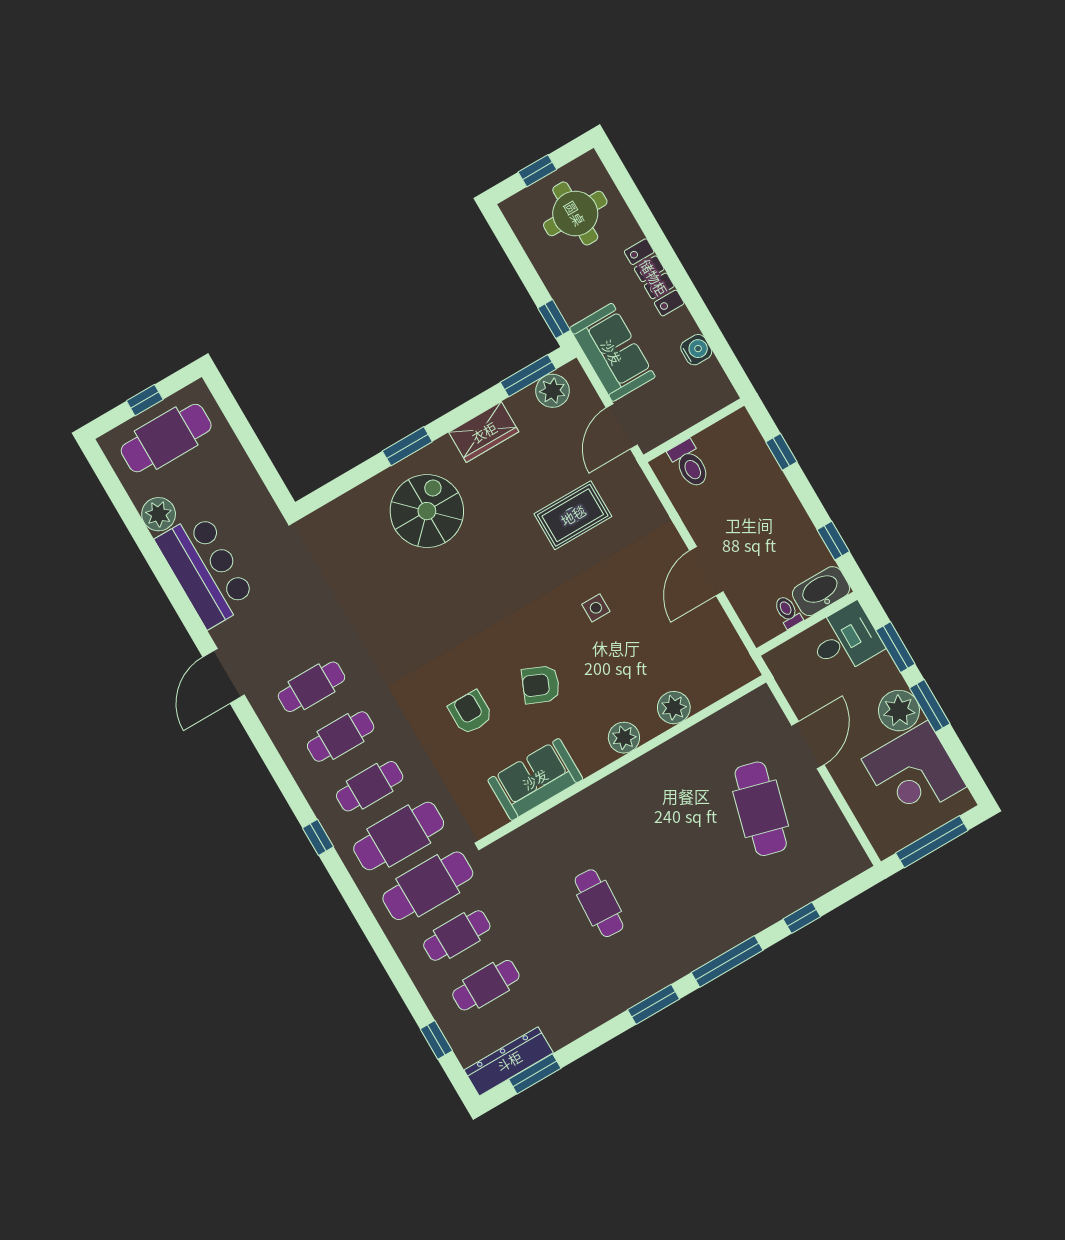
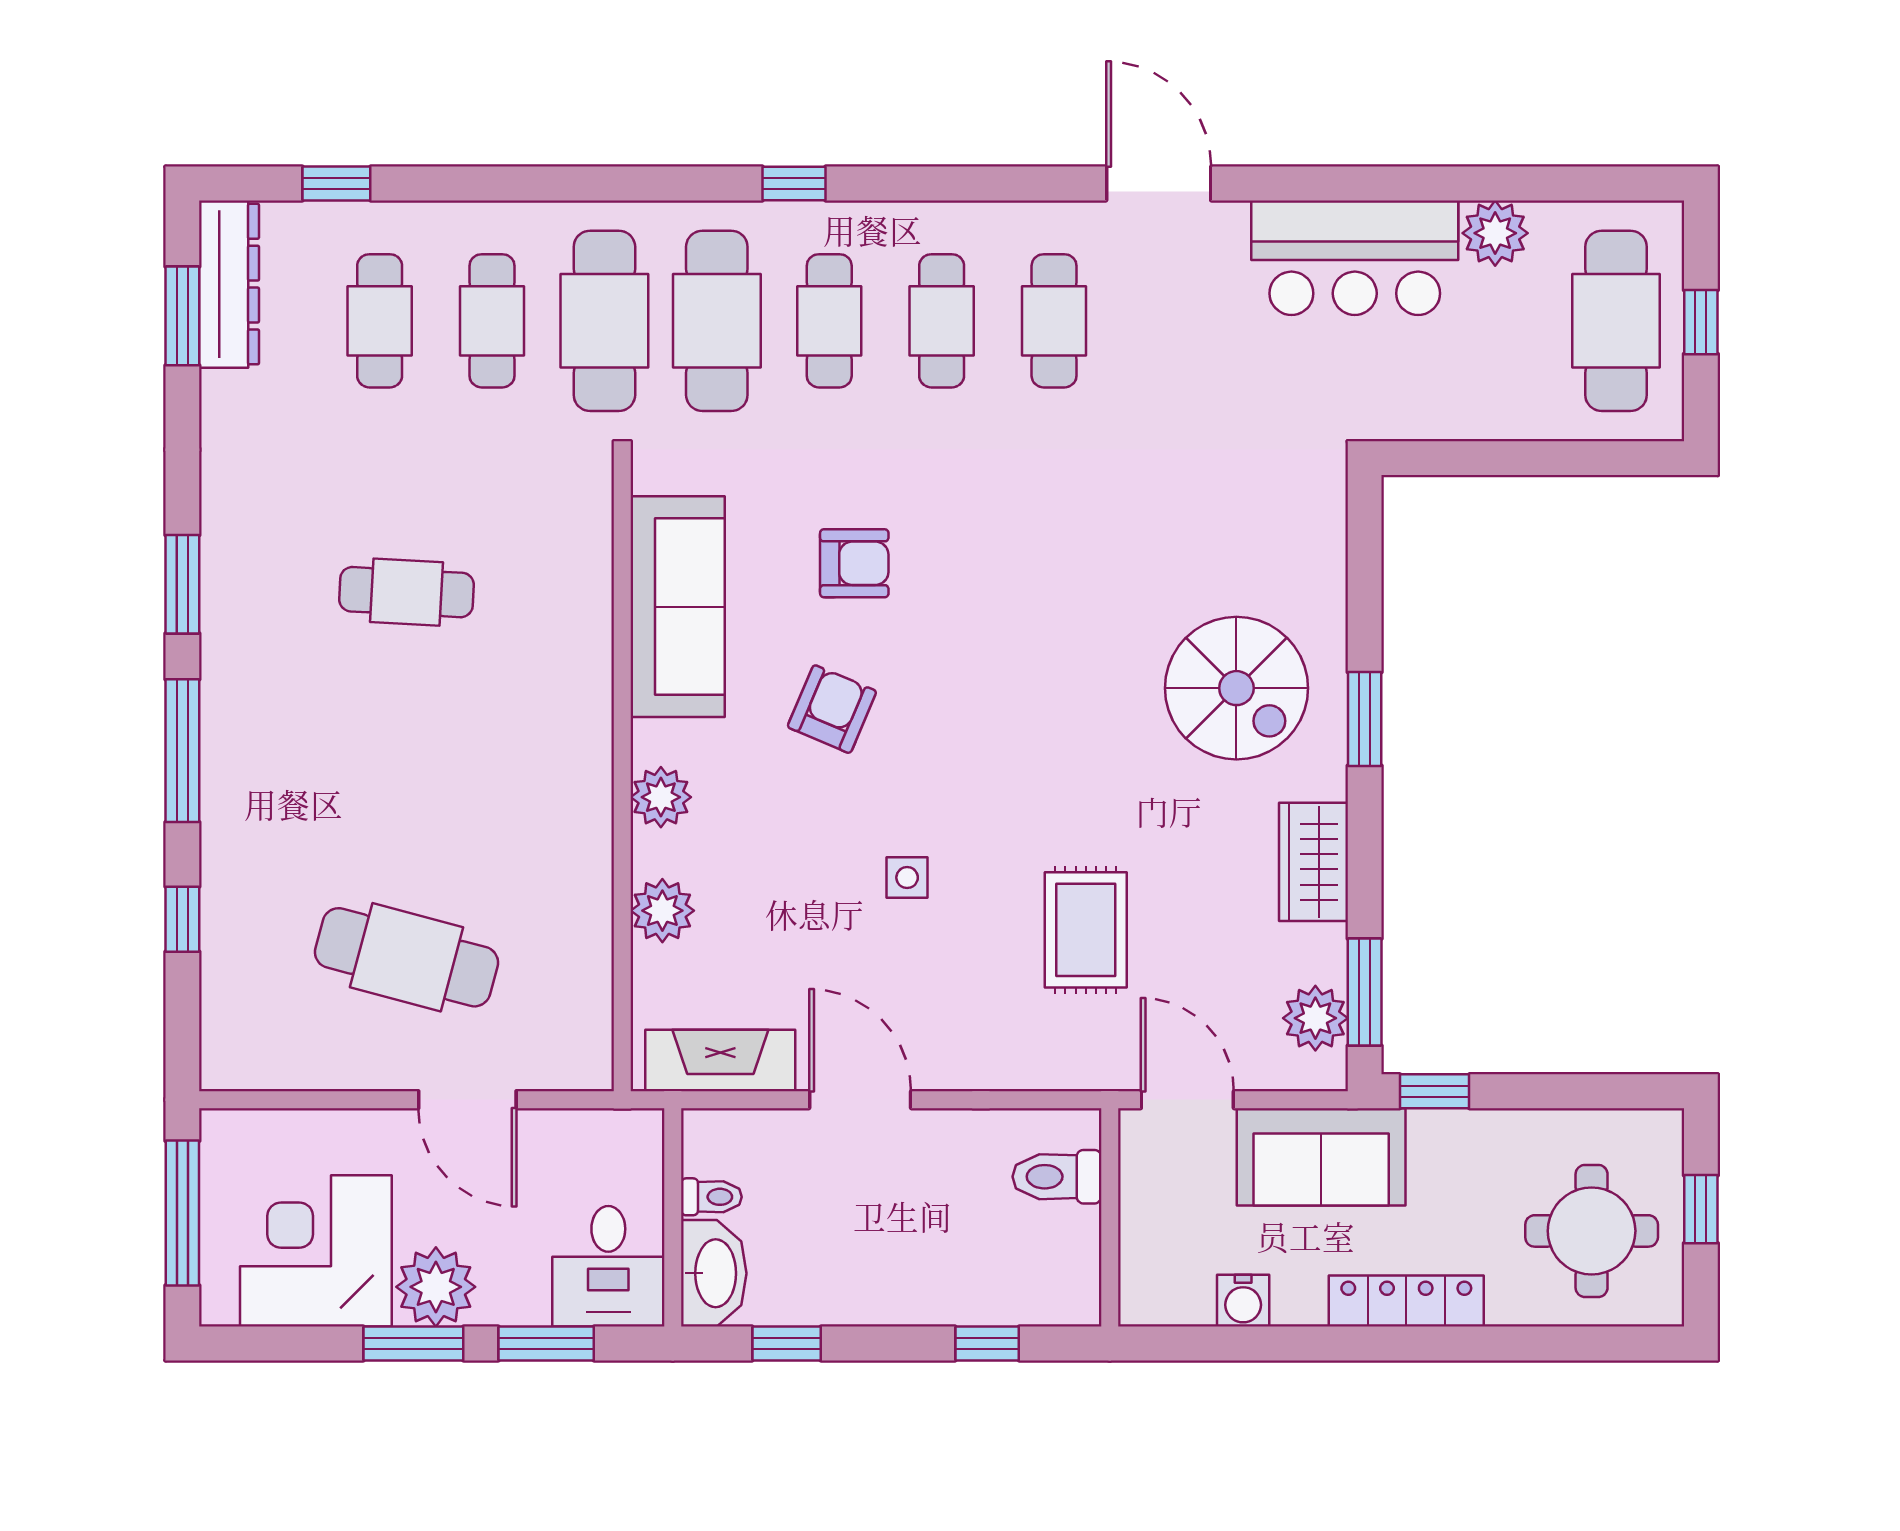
fireplace: (725, 643) -> (720, 1060), added
sofa: (535, 779) -> (678, 607), width x1.36

